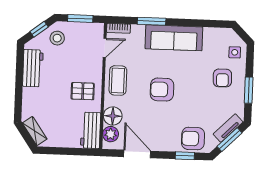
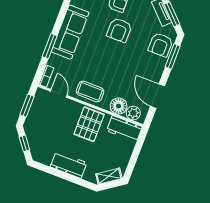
stool: (57, 38) -> (37, 131), removed
workbench: (33, 68) -> (69, 165), moved
armchair: (162, 90) -> (119, 30), moved
pallet: (83, 91) -> (89, 124), width x1.50, depth x1.42
door: (137, 154) -> (158, 96), hinge flipped
window: (185, 156) -> (173, 56), width x1.50

